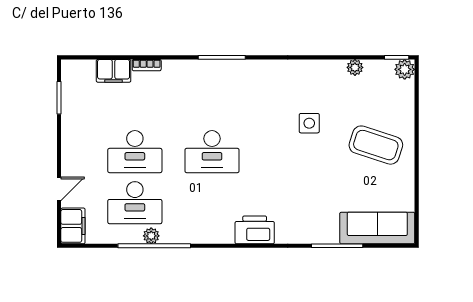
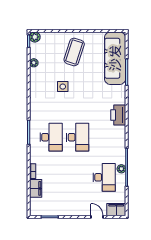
desk: (135, 152) -> (51, 137), moved
sofa: (377, 228) -> (115, 58), width x1.36, depth x1.27

